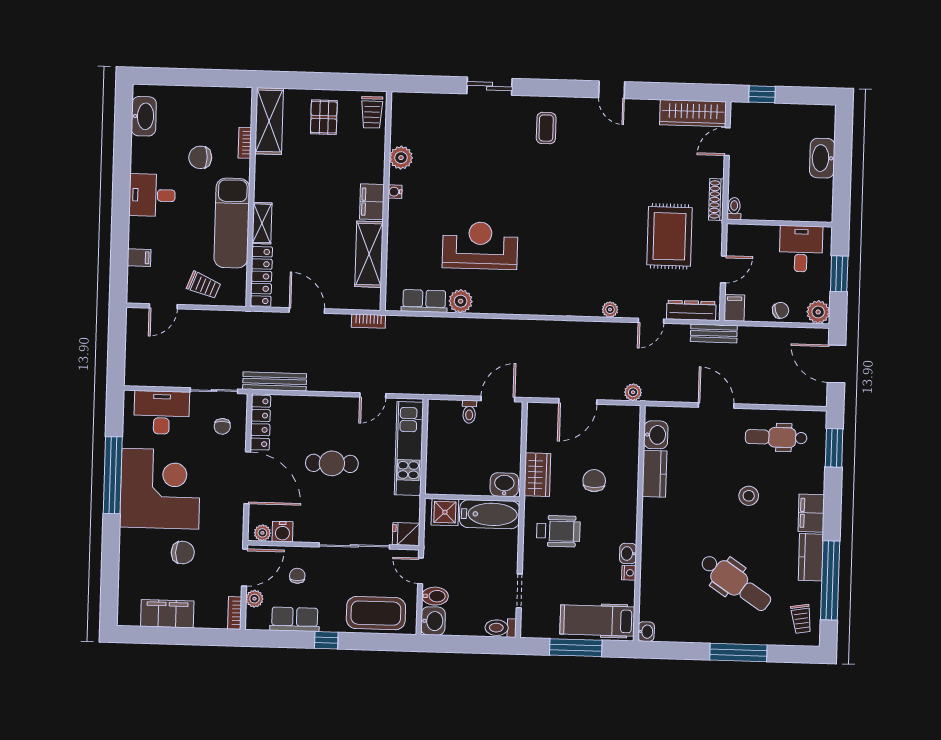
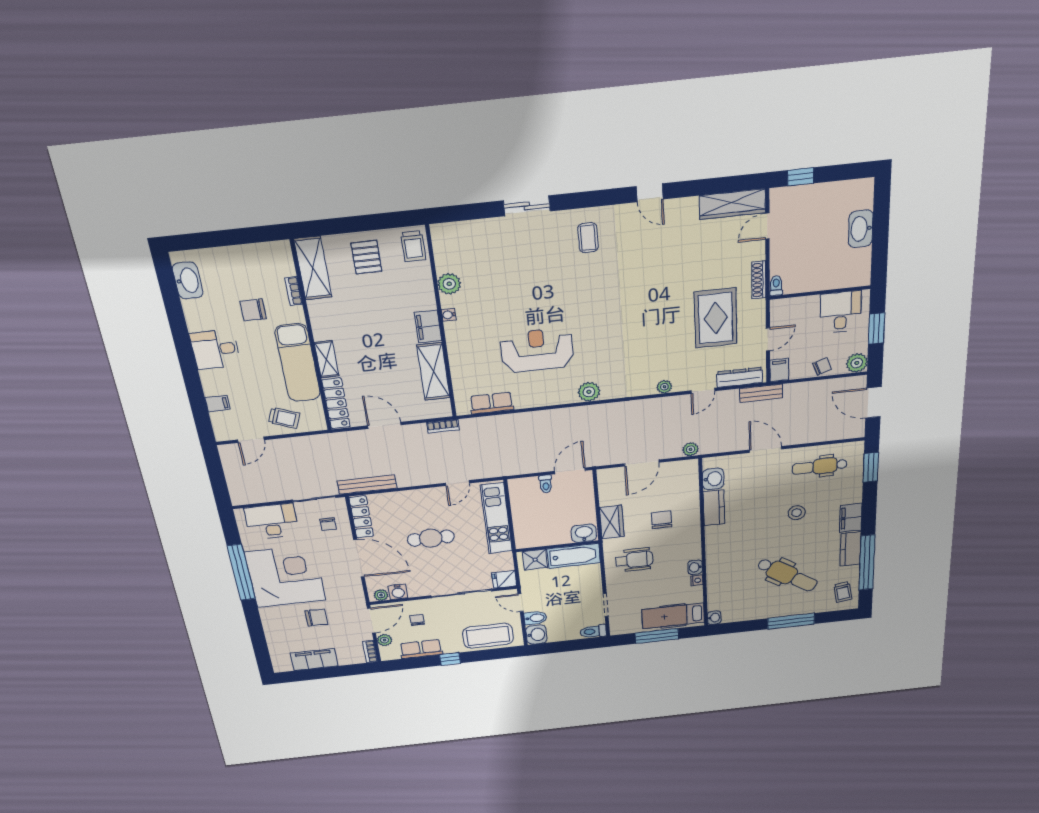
plant: (461, 301) -> (589, 392), moved

